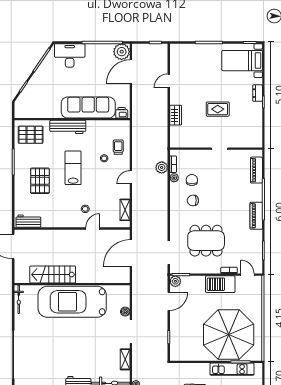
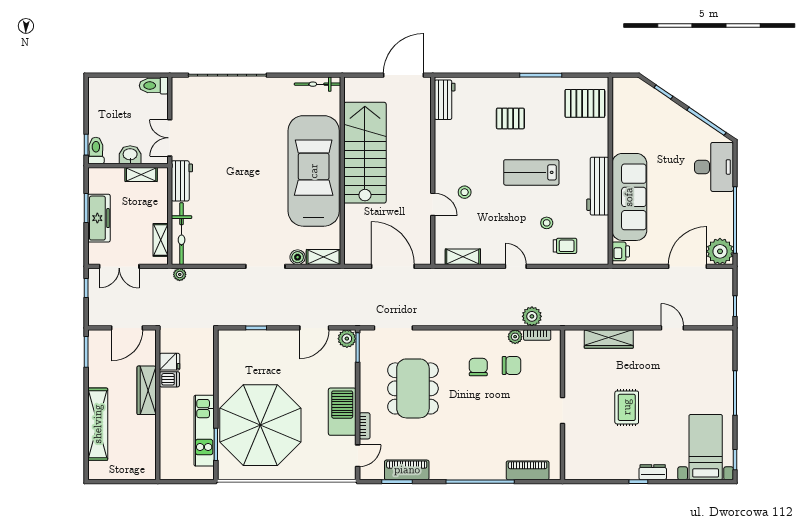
door: (131, 72) -> (688, 266), hinge flipped
wardrobe: (176, 115) -> (609, 339), width x1.50
workbench: (68, 127) -> (598, 186), moved
pallet: (31, 135) -> (585, 103), turned 90
lab bench: (73, 168) -> (531, 172), turned 180
pallet: (40, 181) -> (510, 118), width x0.67, depth x0.71
piano: (256, 216) -> (407, 470), moved
stairs: (53, 274) -> (365, 153), width x1.36, depth x1.51
door: (169, 301) -> (314, 328), hinge flipped
shelving: (125, 359) -> (323, 257), moved

